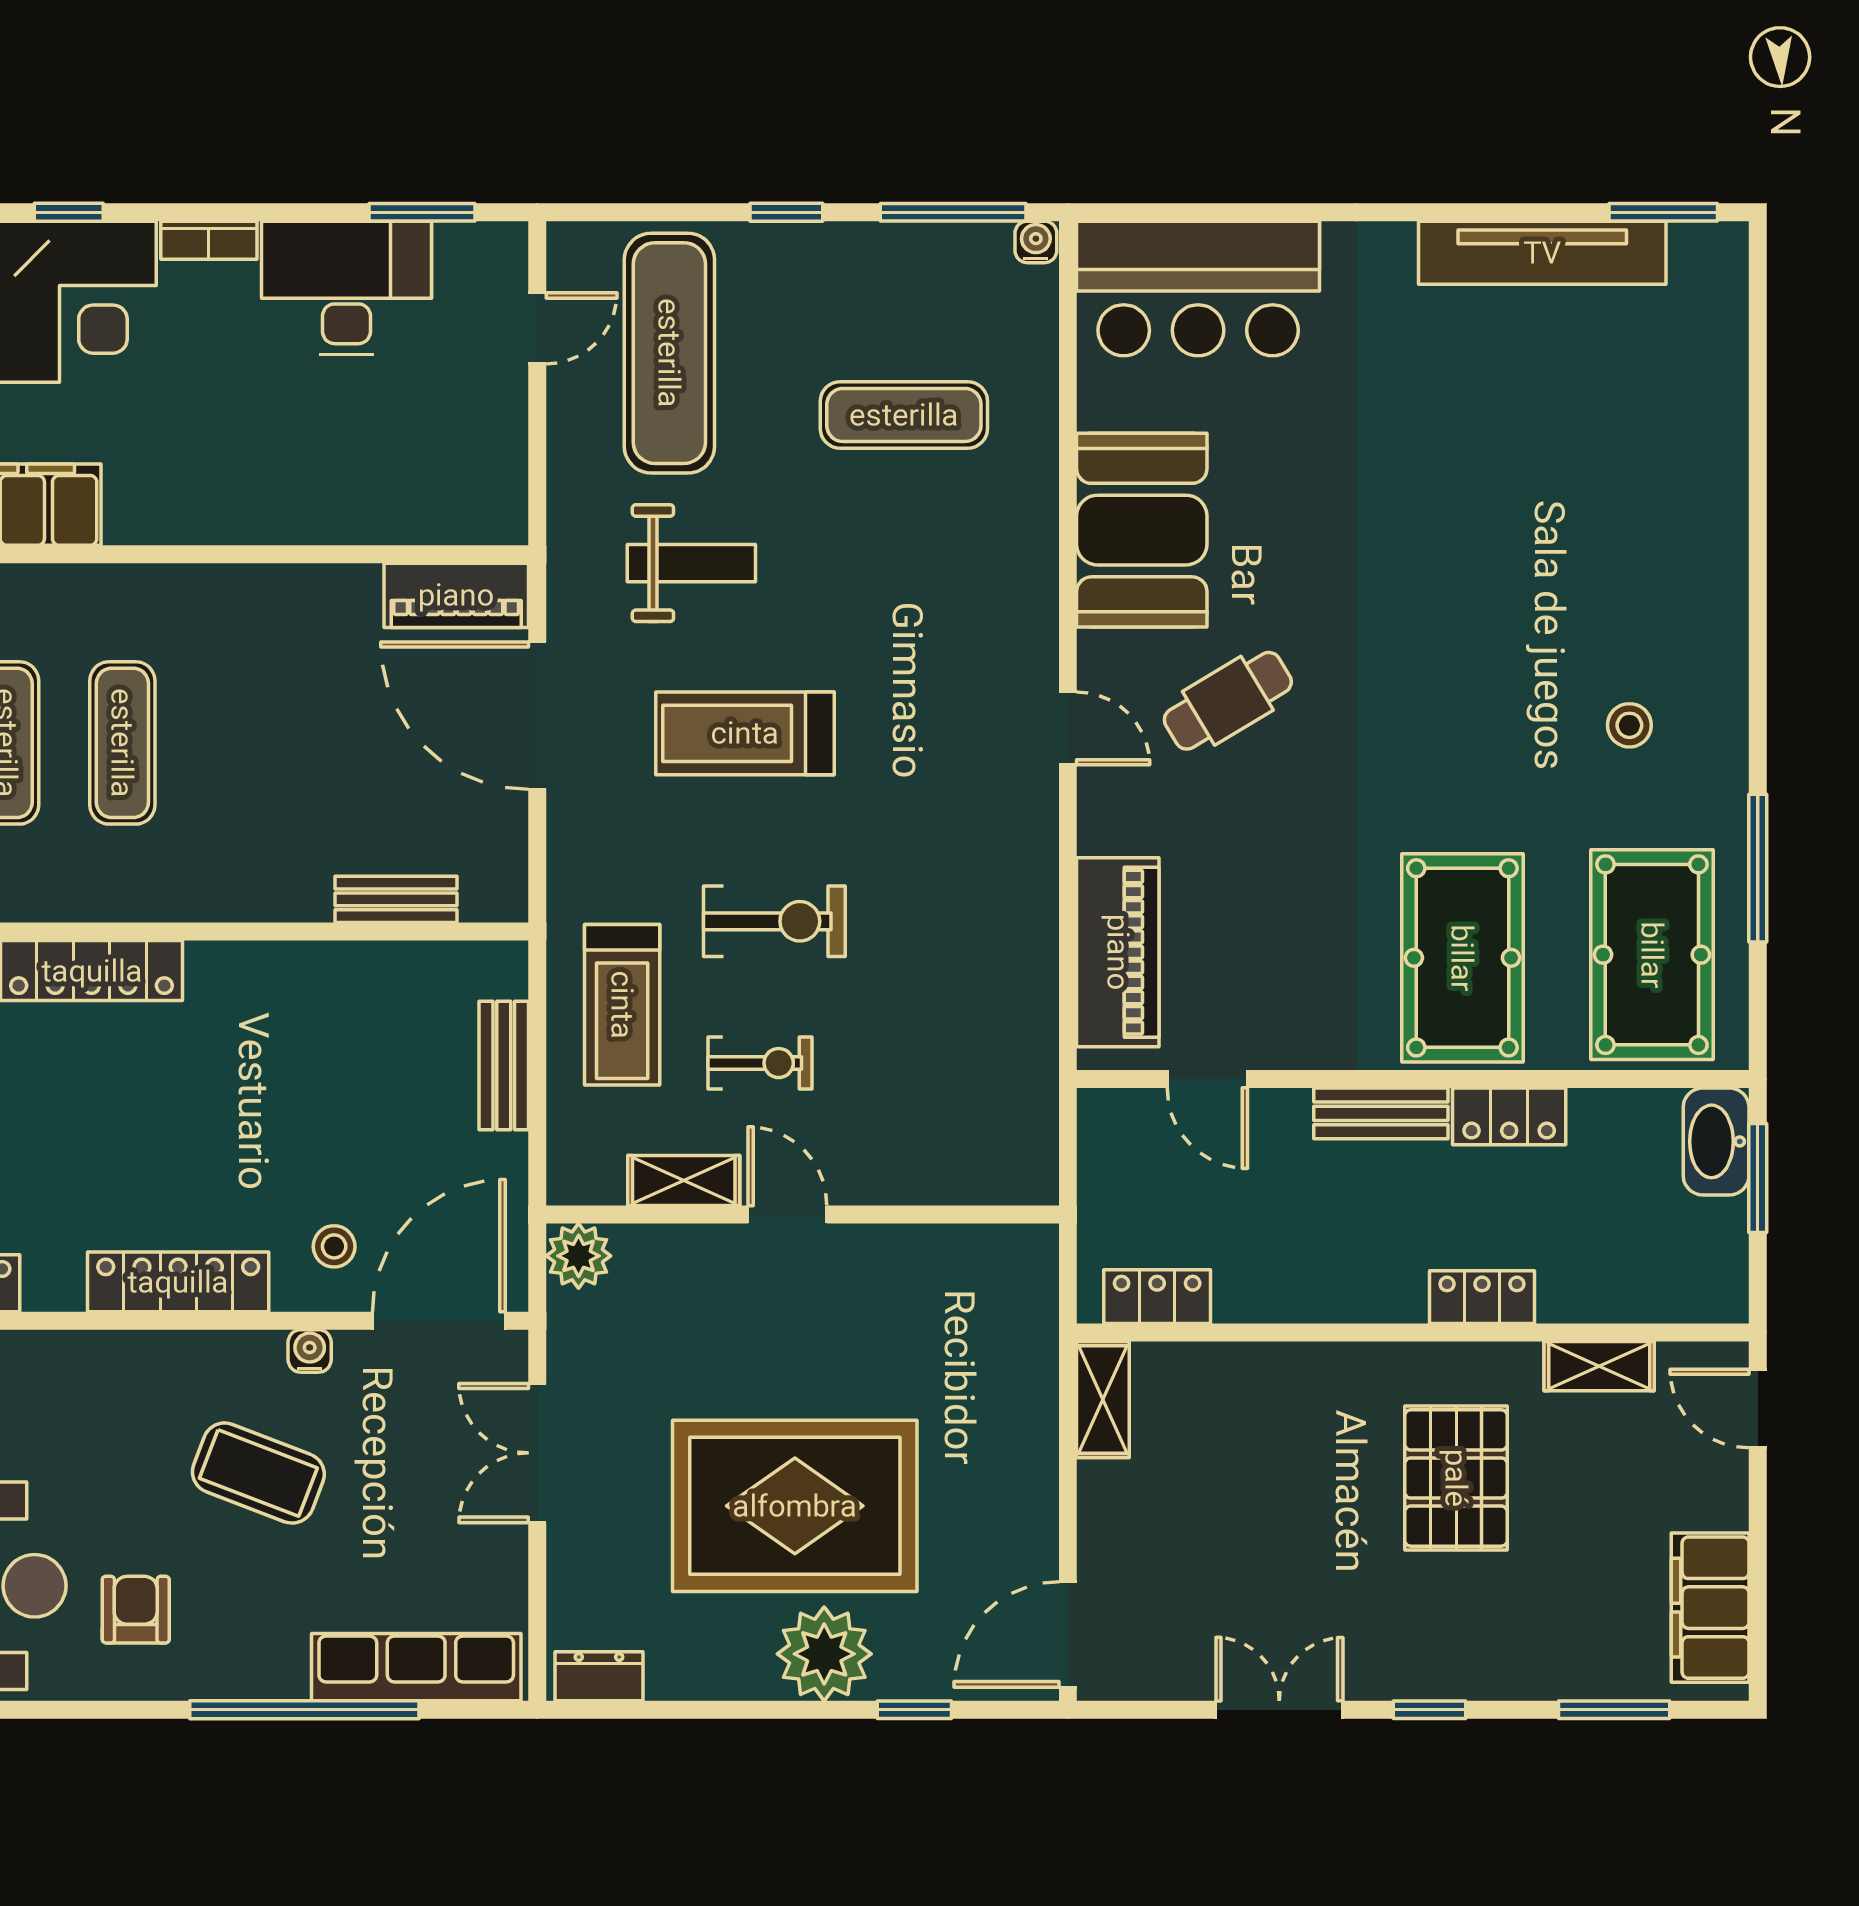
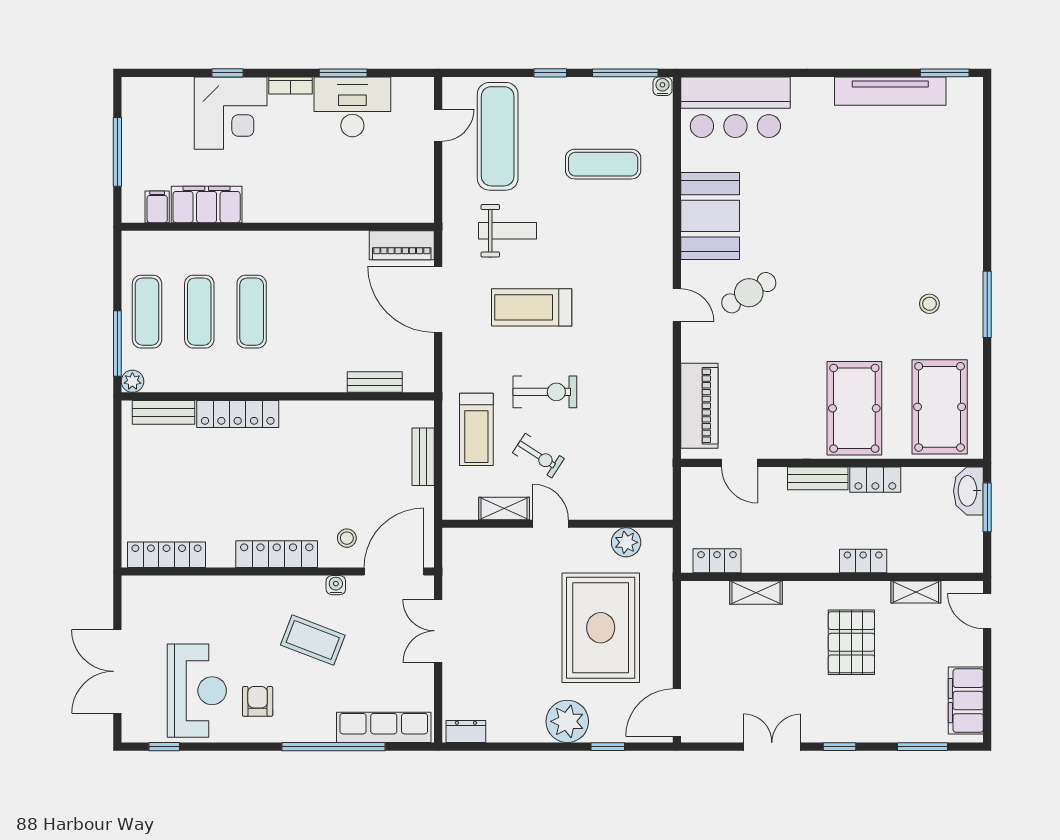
window: (422, 212) -> (343, 73), moved
window: (1758, 868) -> (987, 304), moved
exercise bike: (760, 1063) -> (538, 456), turned 33
plant: (579, 1256) -> (626, 542), moved
shelving: (1103, 1400) -> (756, 593), moved, turned 90
rug: (795, 1506) -> (601, 628), moved, turned 90

